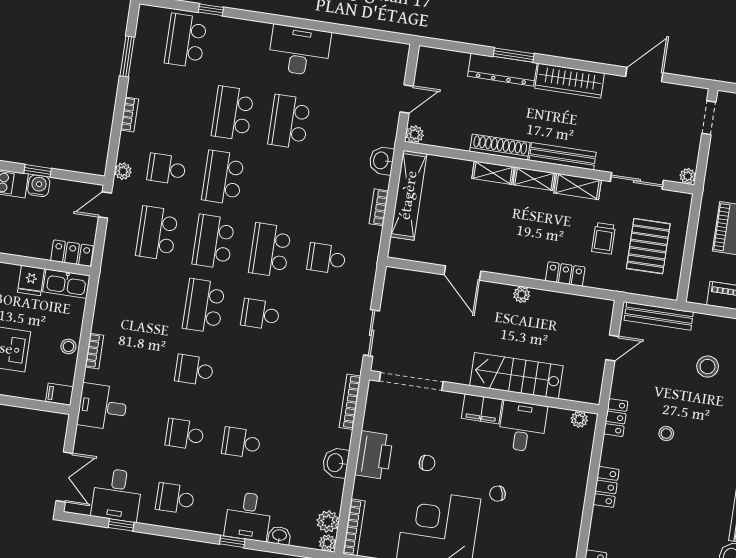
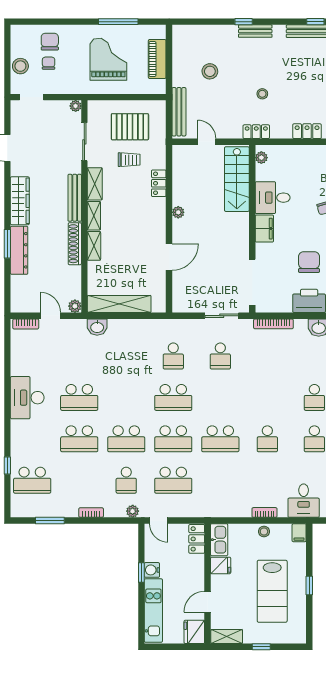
bookcase: (379, 207) -> (26, 324), moved
school desk: (260, 314) -> (220, 356), moved
stairs: (516, 376) -> (237, 179), moved
chair: (427, 463) -> (309, 262), width x1.87, depth x1.87

